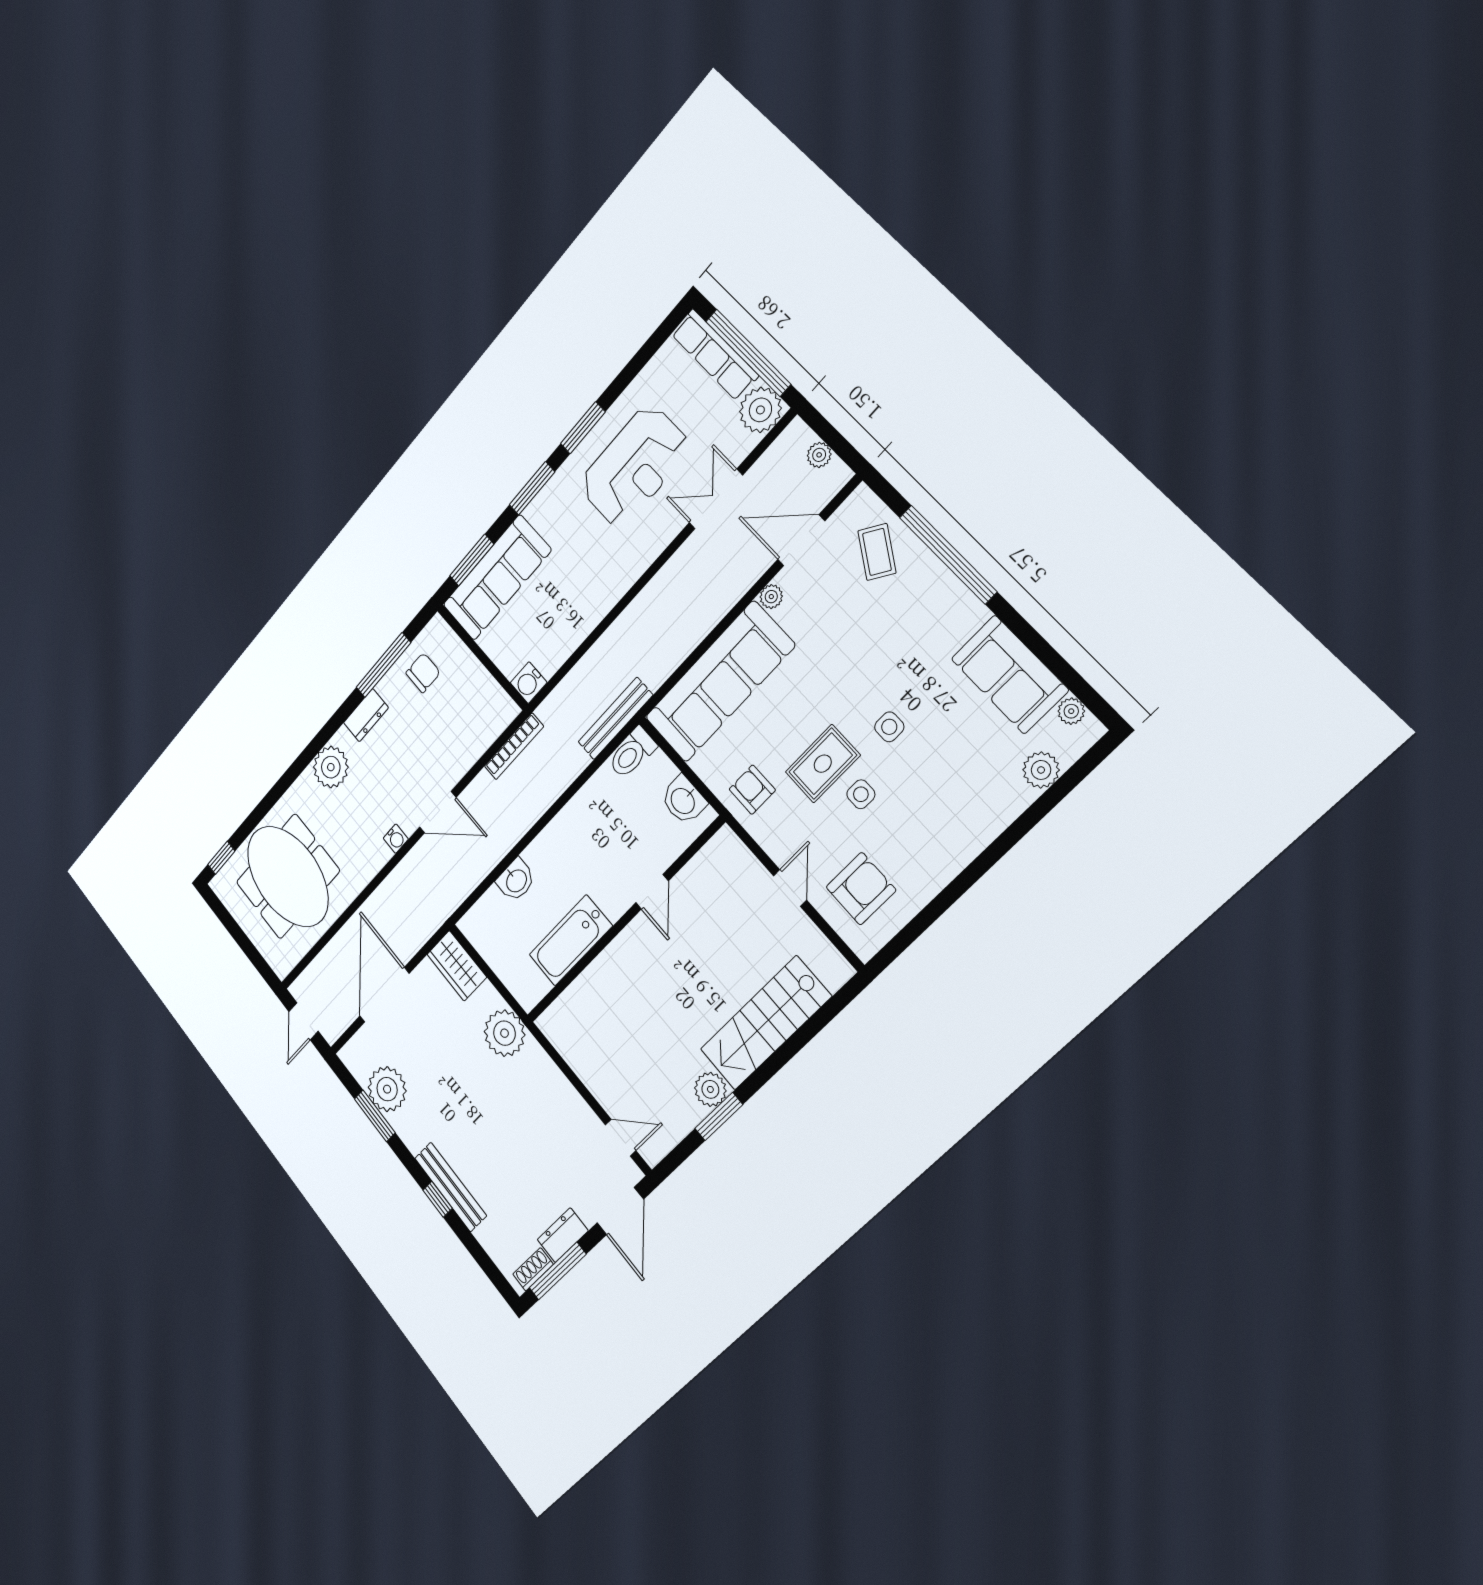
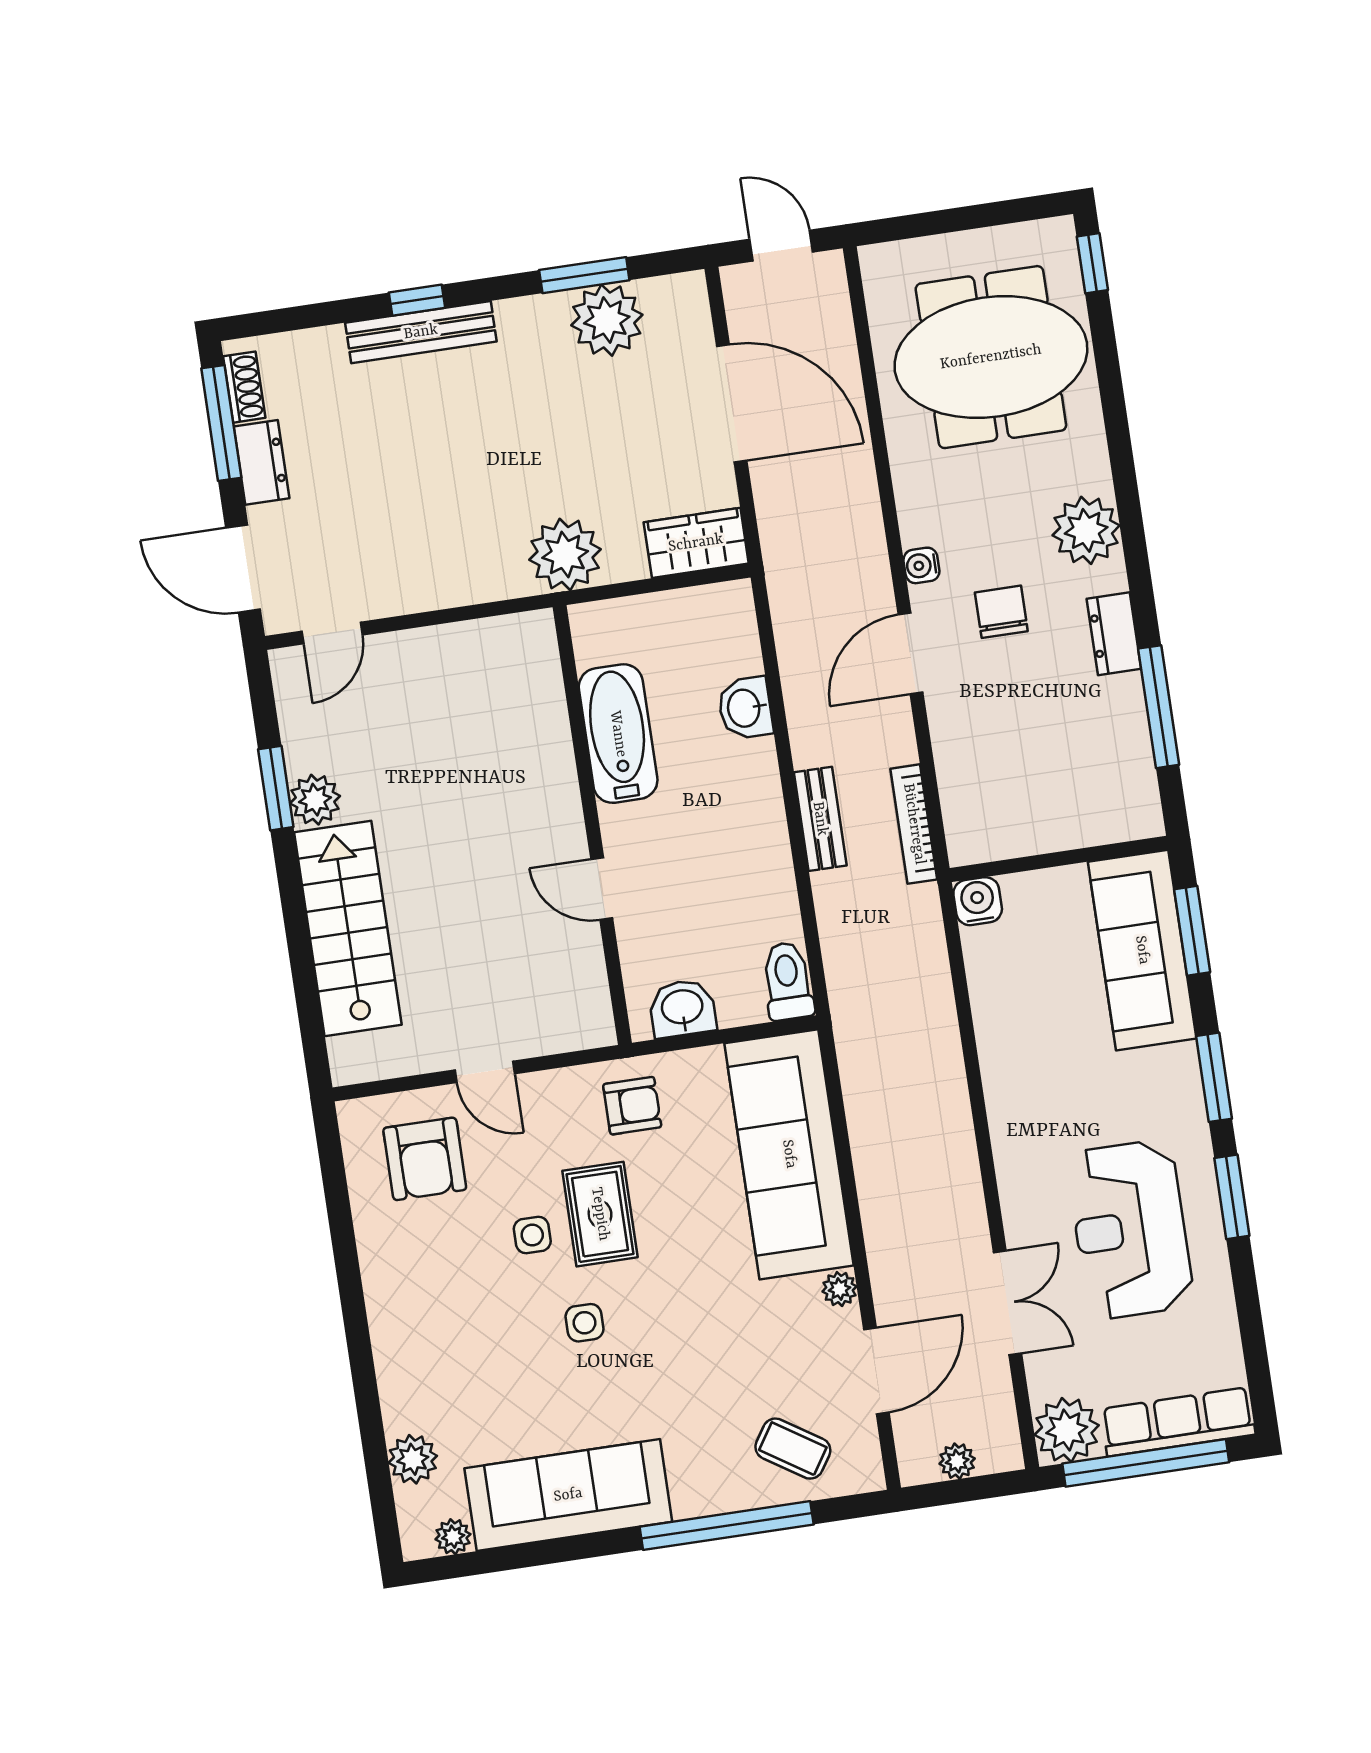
chair: (423, 673) -> (1001, 612), moved, turned 180
sofa: (1009, 674) -> (568, 1495), width x1.36
bench: (615, 718) -> (820, 819), moved, width x0.73

